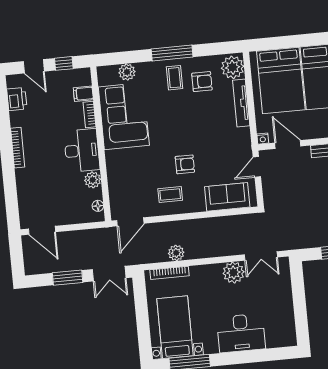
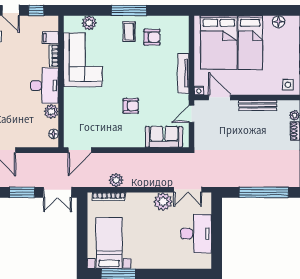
plant: (233, 67) -> (179, 27), removed
tv unit: (241, 103) -> (183, 73), moved
coffee table: (170, 195) -> (116, 130), removed
desk: (241, 333) -> (196, 234), moved, turned -90

